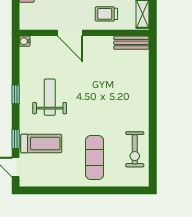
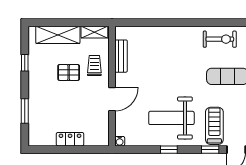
trolley: (106, 14) -> (94, 66), turned 180
bench: (131, 43) -> (121, 56), moved
weight bench: (50, 97) -> (171, 118), width x1.36, depth x1.33

